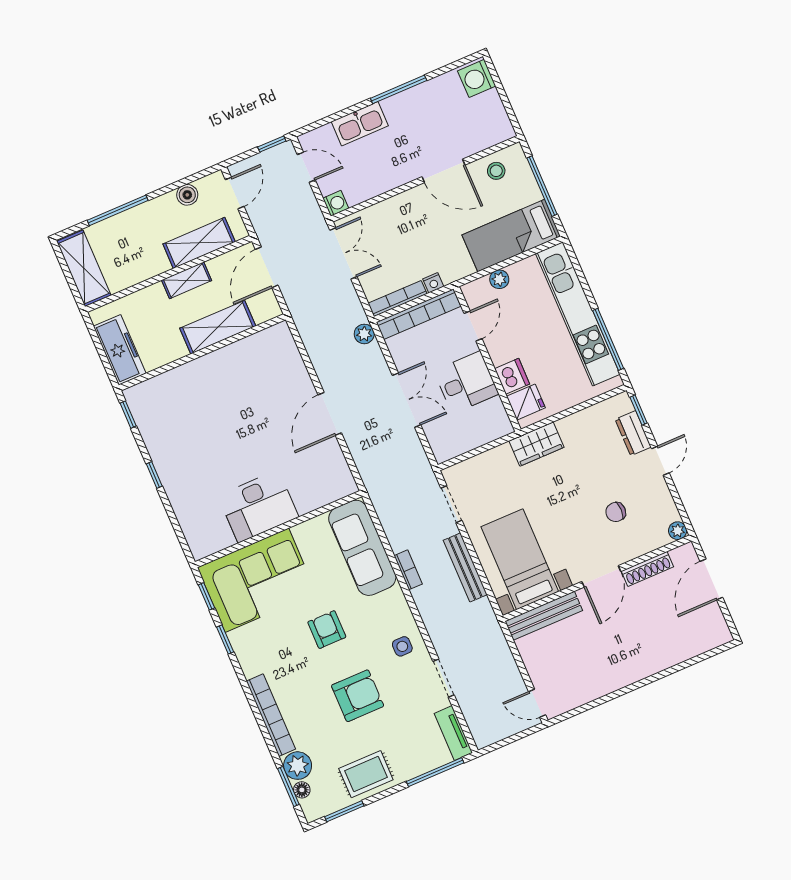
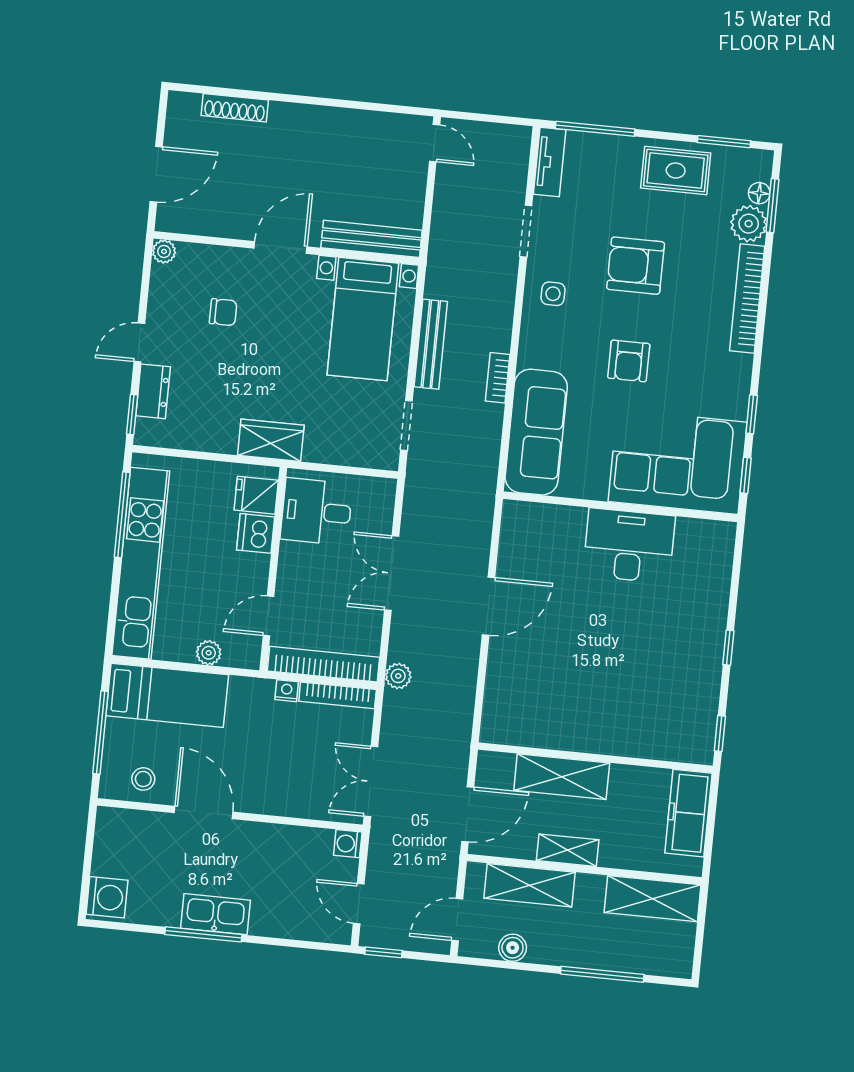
kitchen sink: (360, 124) -> (215, 914), moved
shelving: (84, 268) -> (653, 899), moved, turned 90
desk: (466, 382) -> (316, 512), moved
shoe rack: (647, 569) -> (235, 108), moved, turned 180

